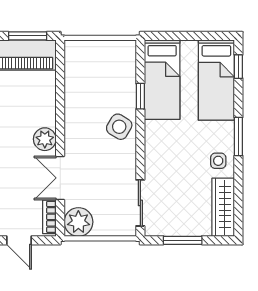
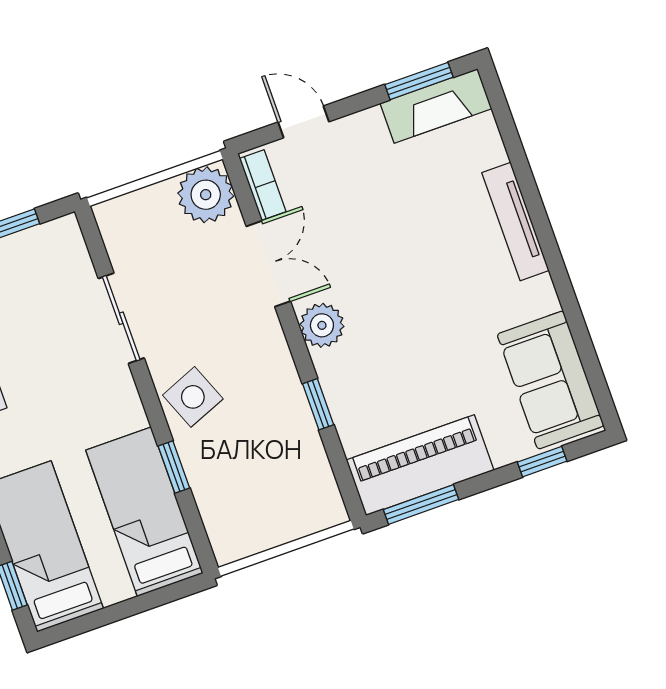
window: (60, 102) -> (318, 404), added
side table: (119, 127) -> (193, 397), turned 37
sliding door: (140, 203) -> (121, 318), moved

